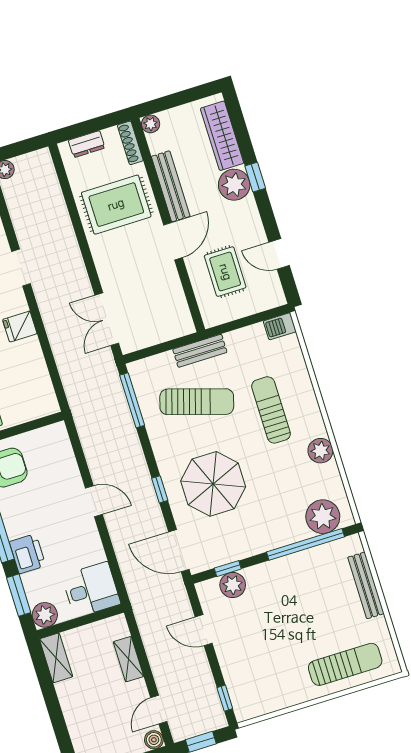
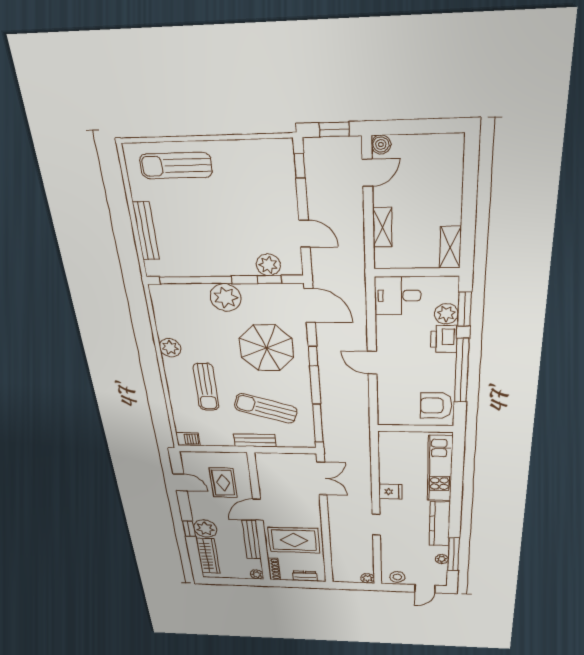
plant: (323, 517) -> (225, 298), moved
plant: (45, 615) -> (446, 314), moved

